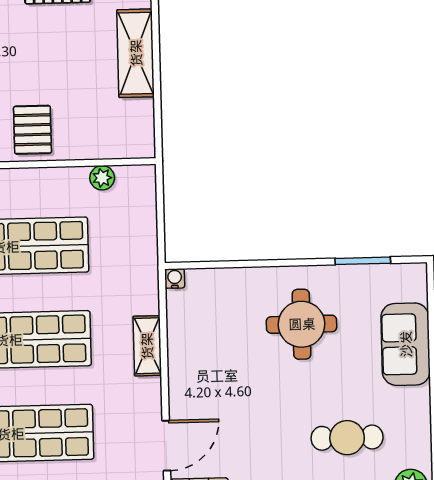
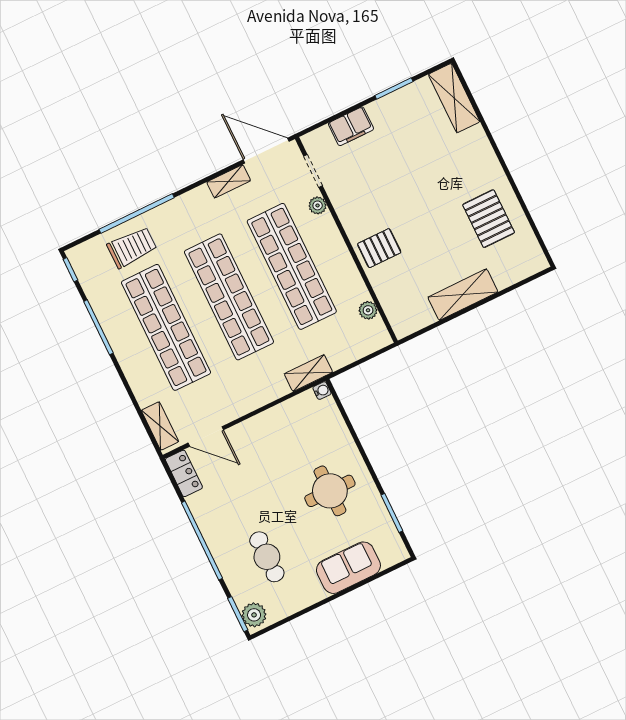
shelving: (147, 346) -> (308, 373), moved

